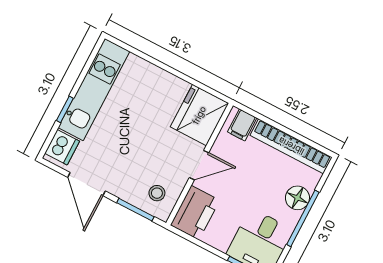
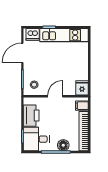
fridge: (199, 115) -> (82, 88), width x0.53, depth x0.75
door: (199, 165) -> (55, 96), swing flipped
printer: (195, 213) -> (31, 116), moved, turned -90

